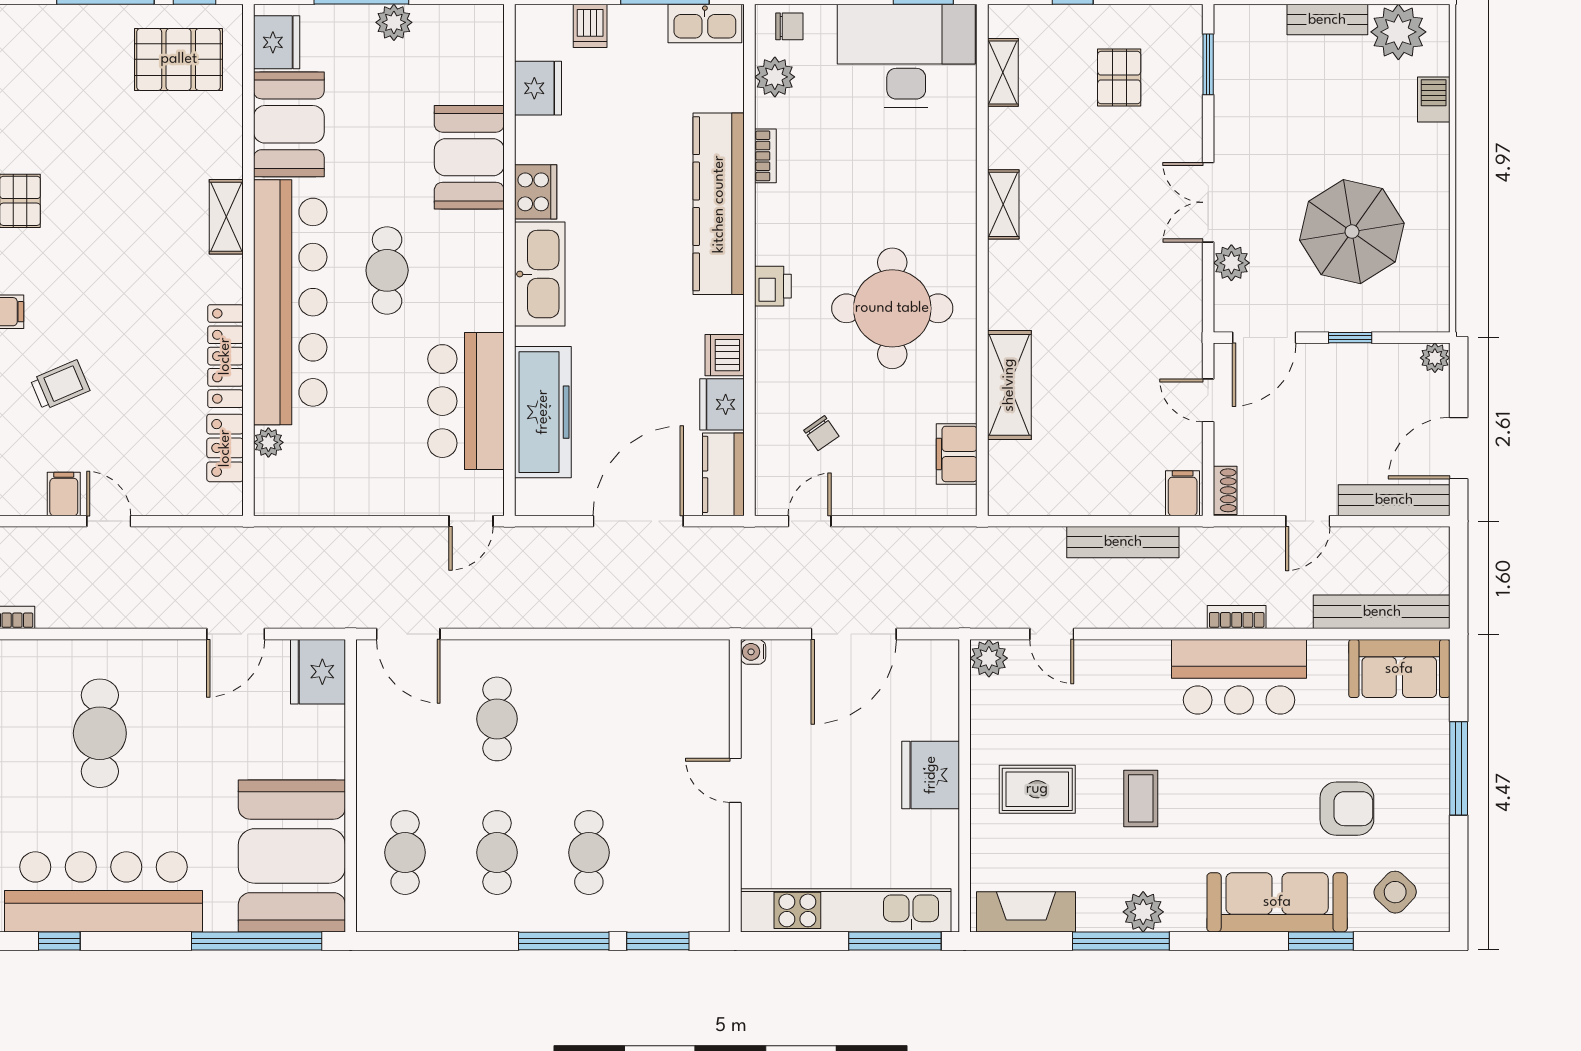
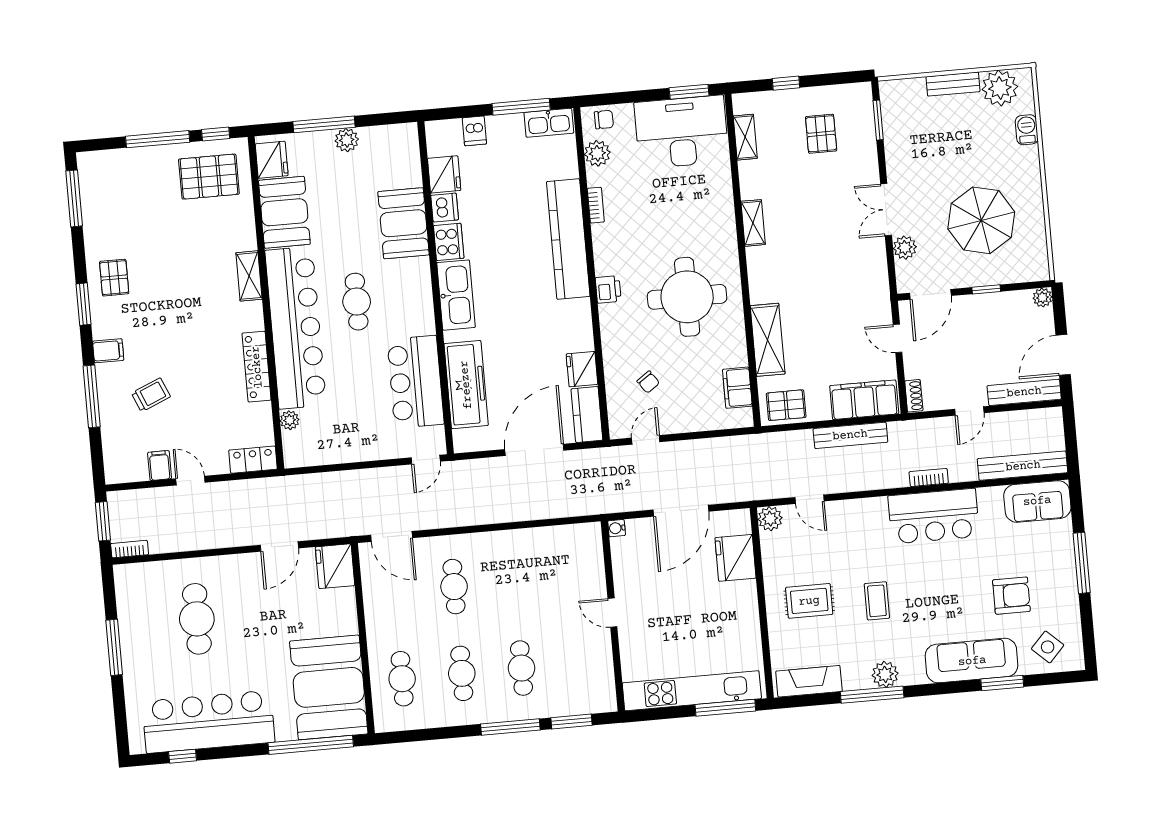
dishwasher: (725, 355) -> (445, 208), moved, turned 180
locker: (225, 448) -> (253, 460), moved, turned 90
pallet: (1029, 487) -> (786, 405), added
filing cabinet: (1183, 493) -> (864, 400), width x3.00, depth x1.17
fridge: (931, 775) -> (735, 558), moved

